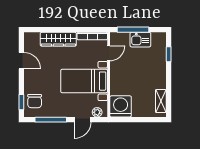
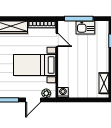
door: (109, 53) -> (57, 40), hinge flipped
washing machine: (121, 106) -> (63, 92), width x0.53, depth x0.53

